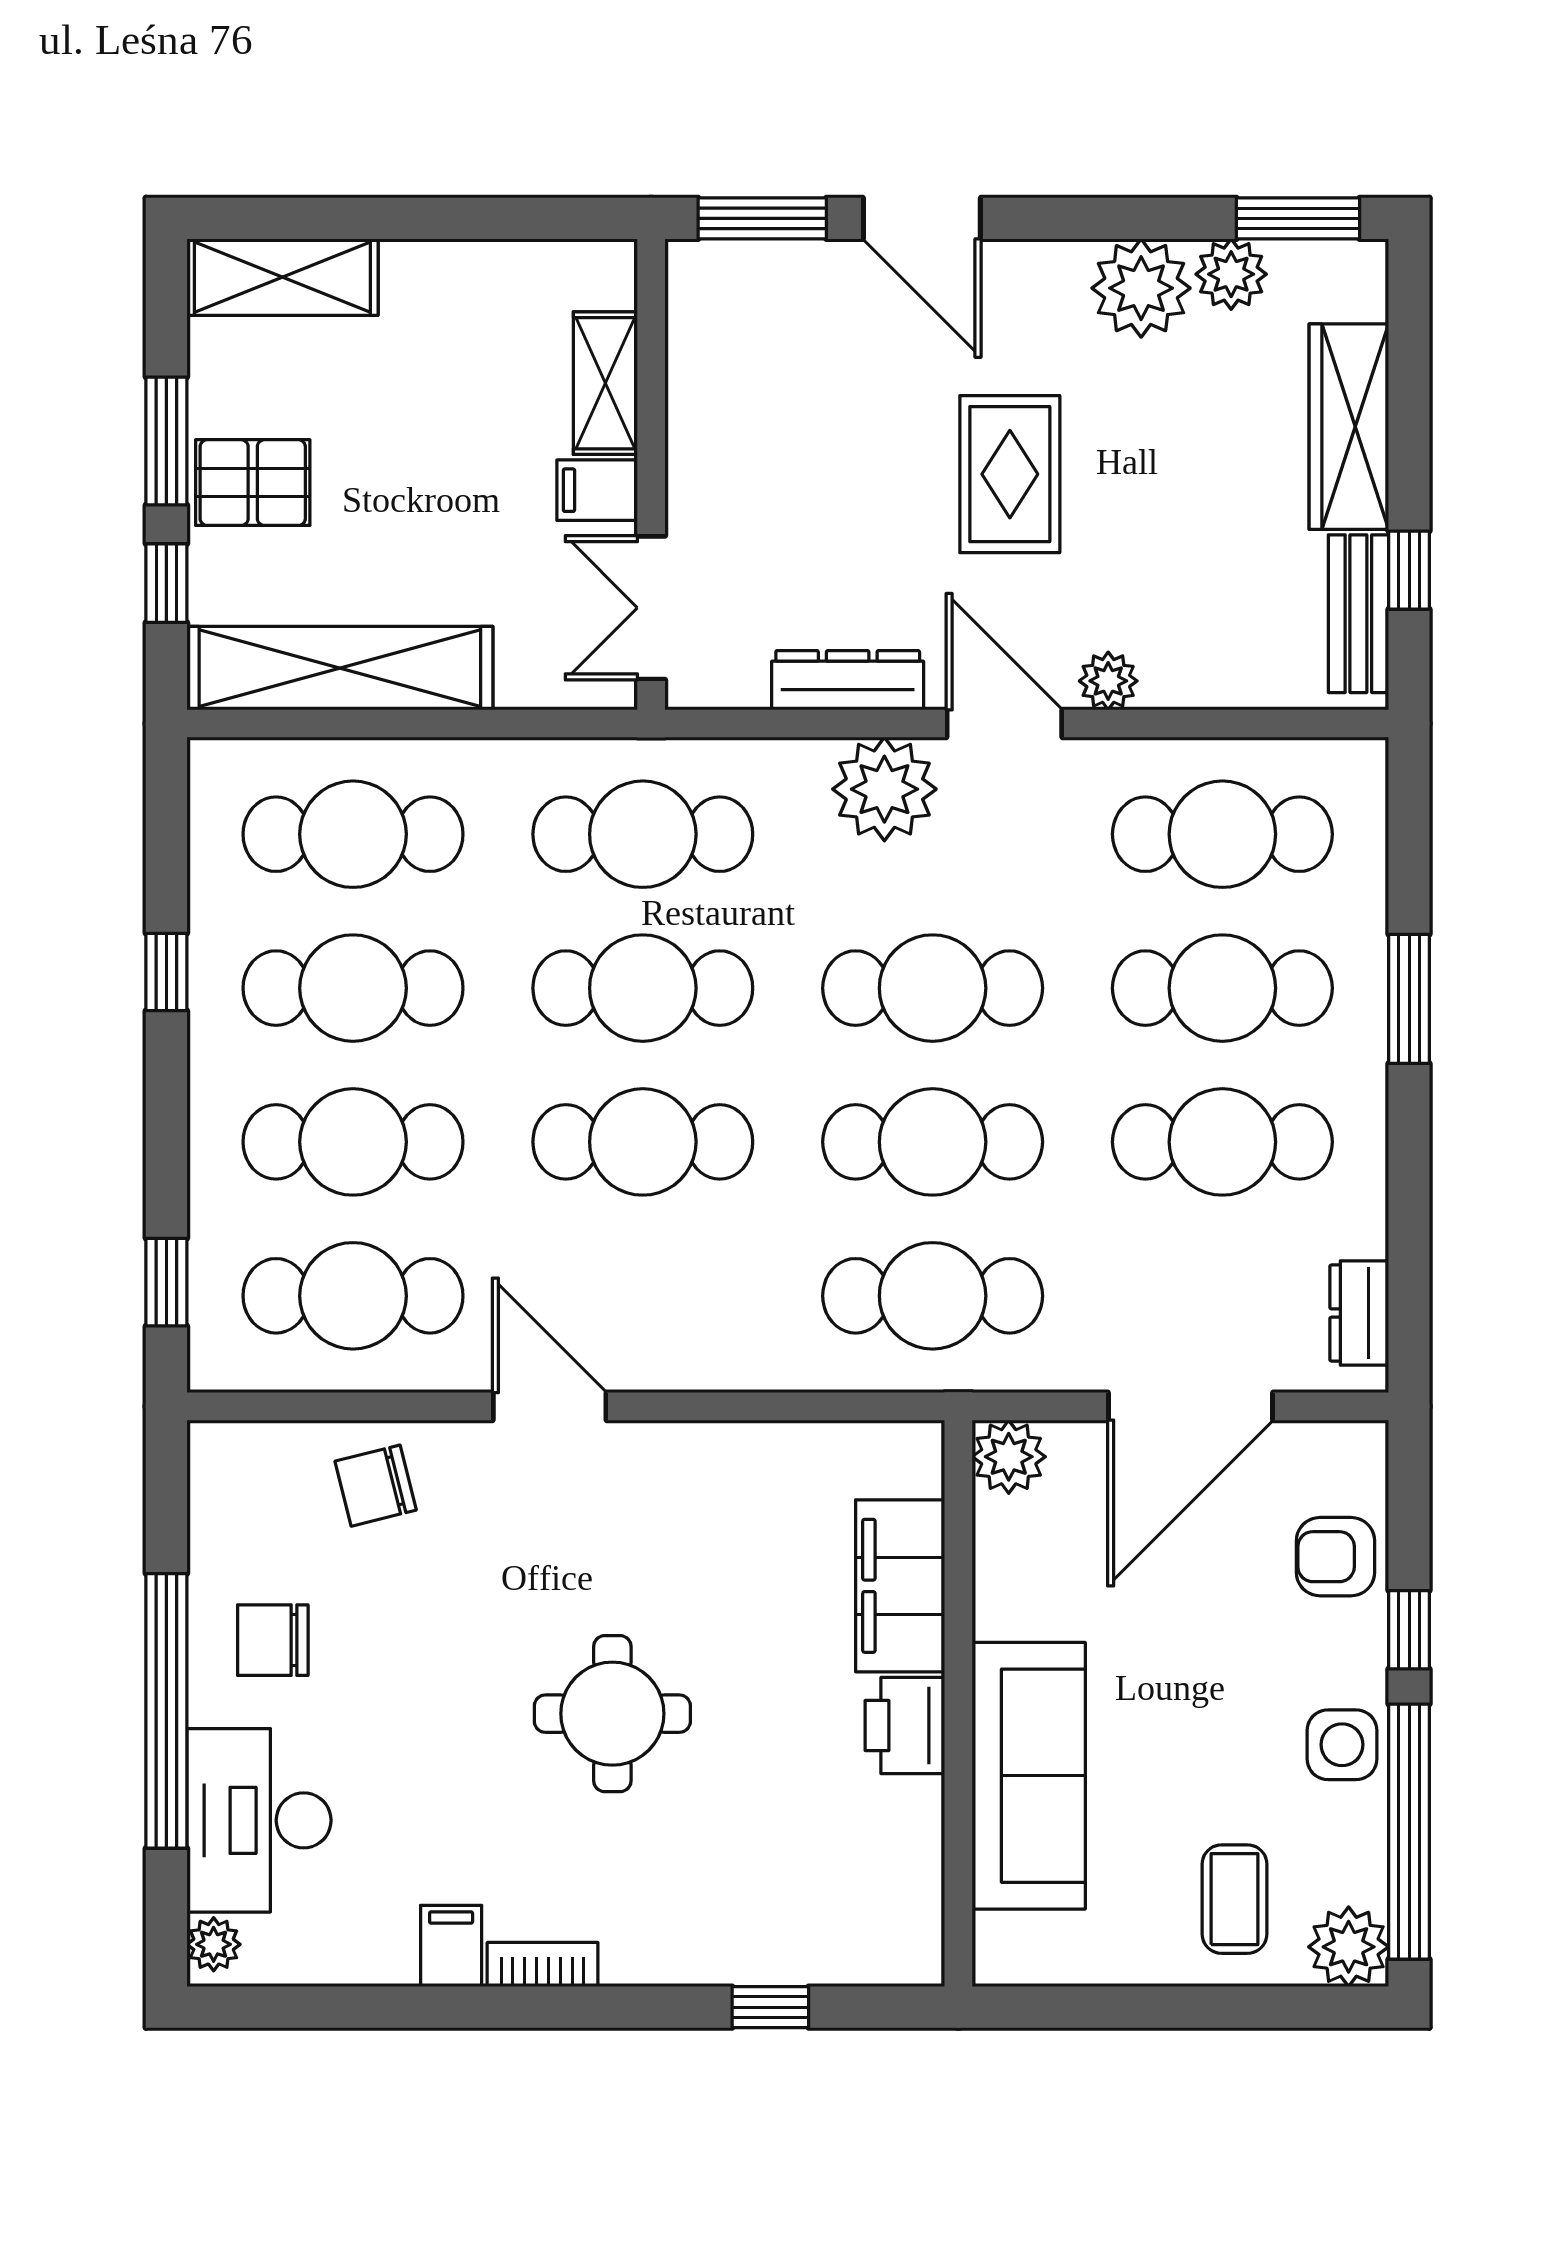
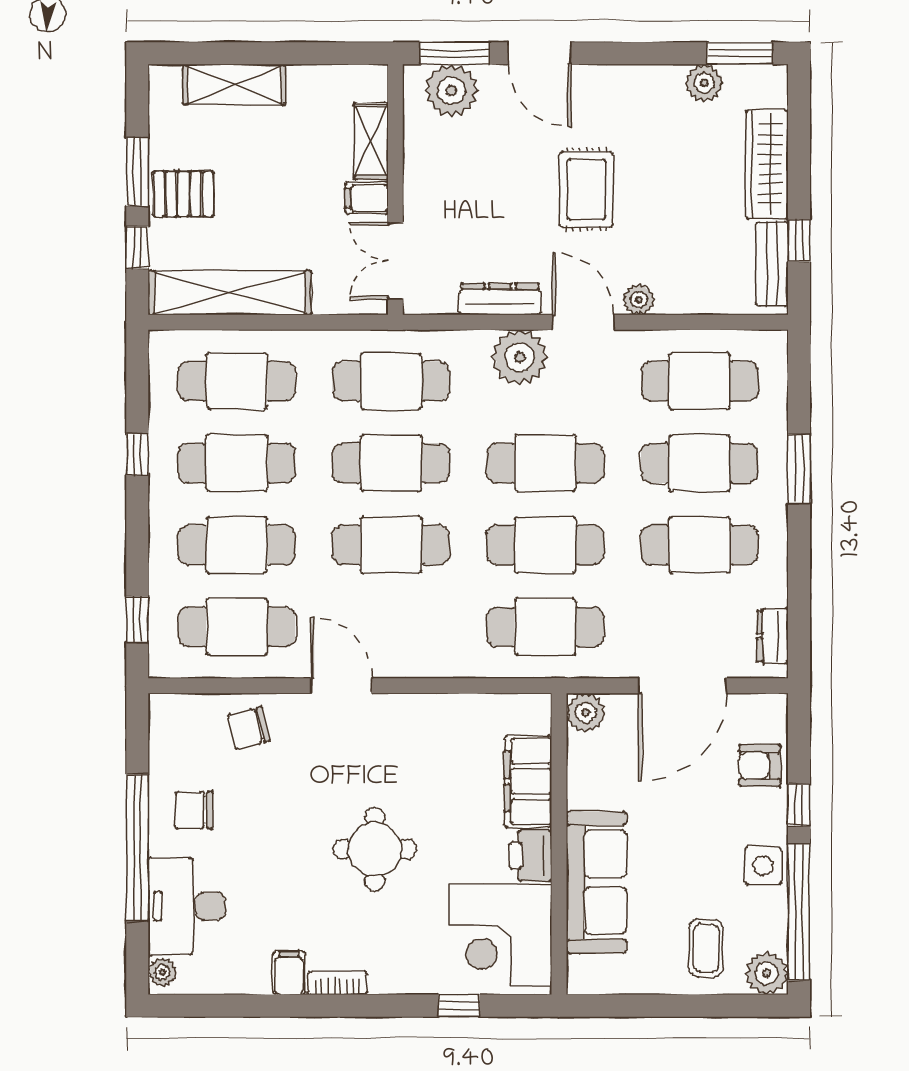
shelving: (282, 277) -> (234, 85), moved
plant: (1141, 288) -> (452, 90), moved
corner desk: (848, 1875) -> (500, 936), added

